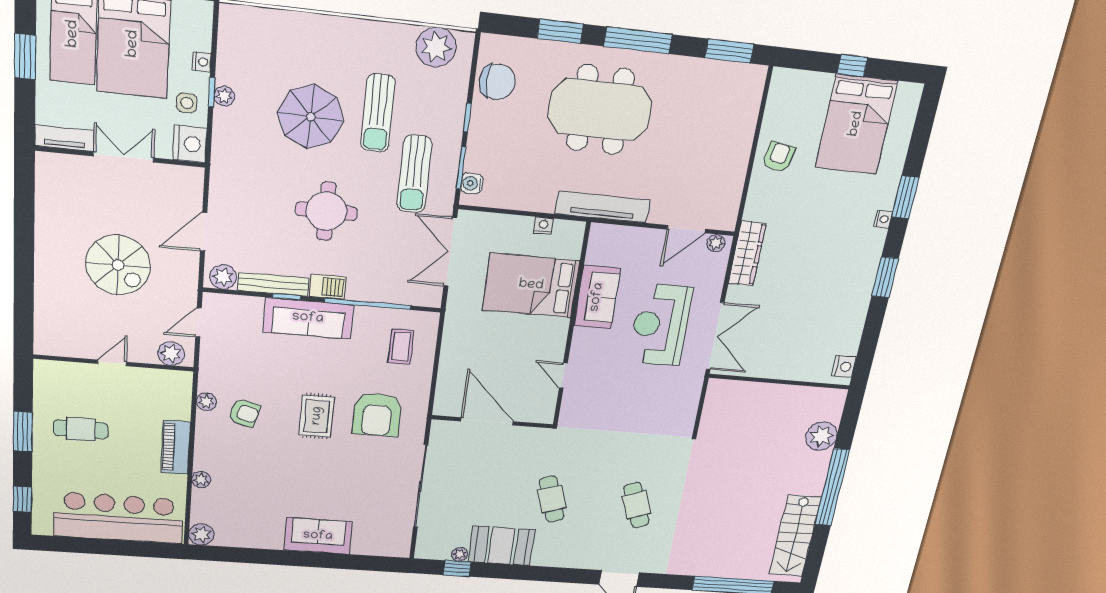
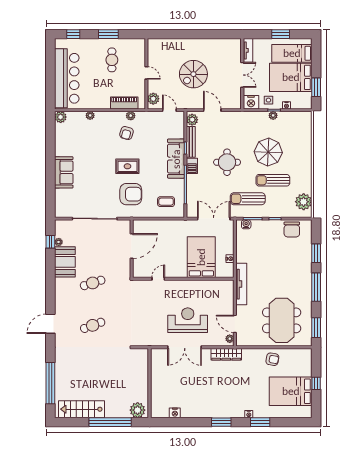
meeting table: (600, 110) -> (282, 320), moved
sofa: (597, 297) -> (199, 288), removed
wall: (780, 382) -> (150, 383), moved
armchair: (377, 415) -> (131, 194), turned 180
piano: (176, 447) -> (124, 103), moved

